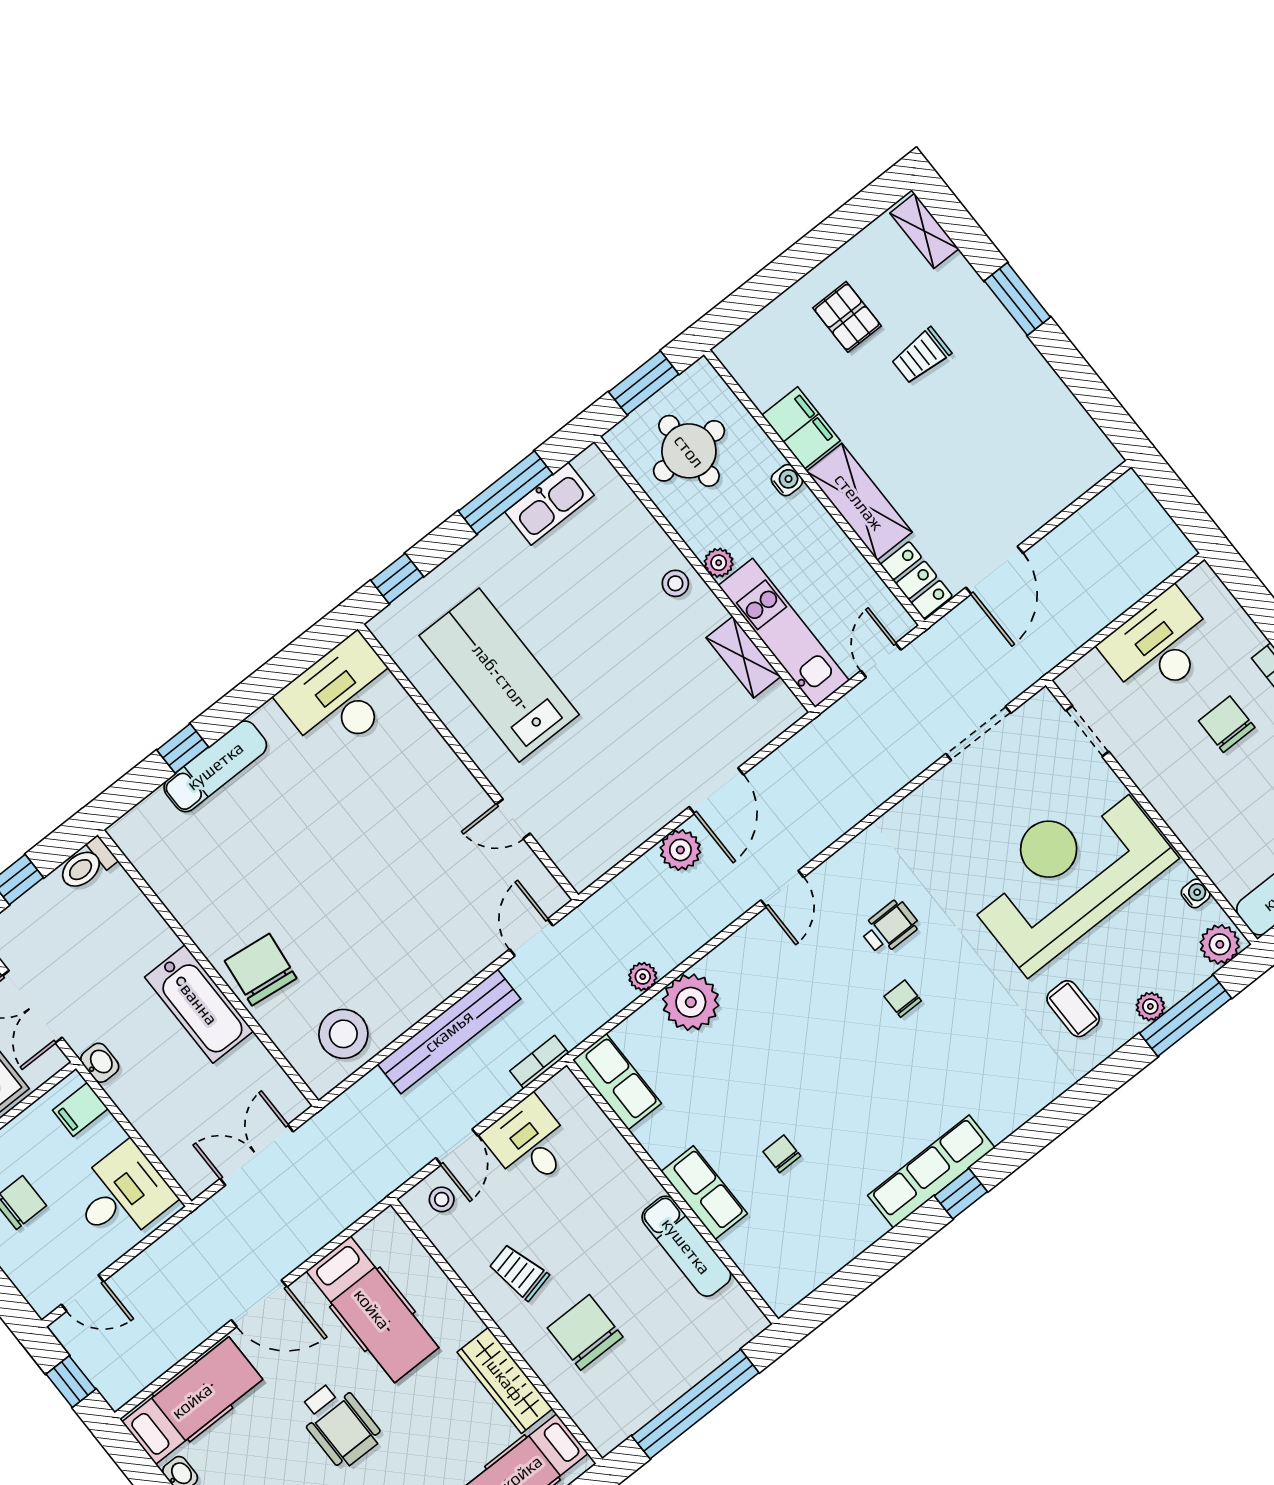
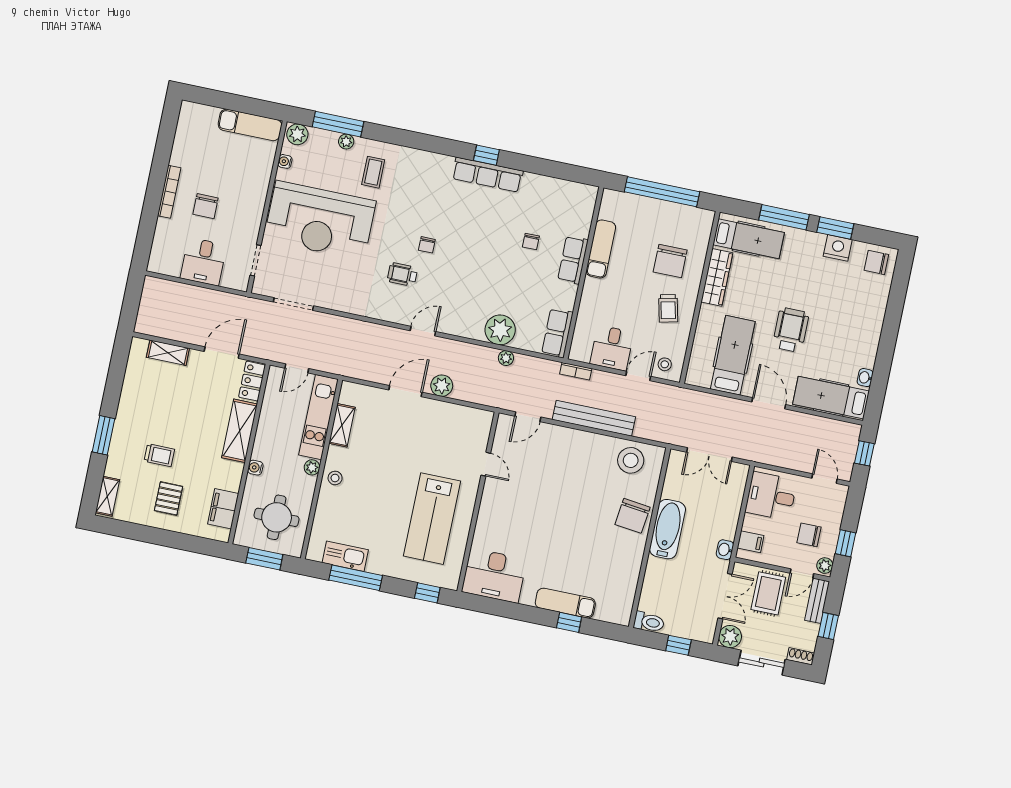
filing cabinet: (801, 428) -> (223, 509), moved
shelving: (1059, 492) -> (168, 353), added
desk: (1159, 645) -> (203, 262), width x0.73

